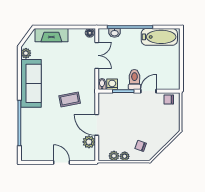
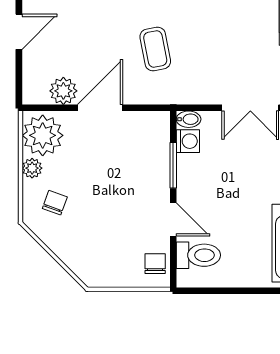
toilet: (134, 79) -> (198, 255), moved
plant: (114, 156) -> (43, 135), width x1.88, depth x1.88

